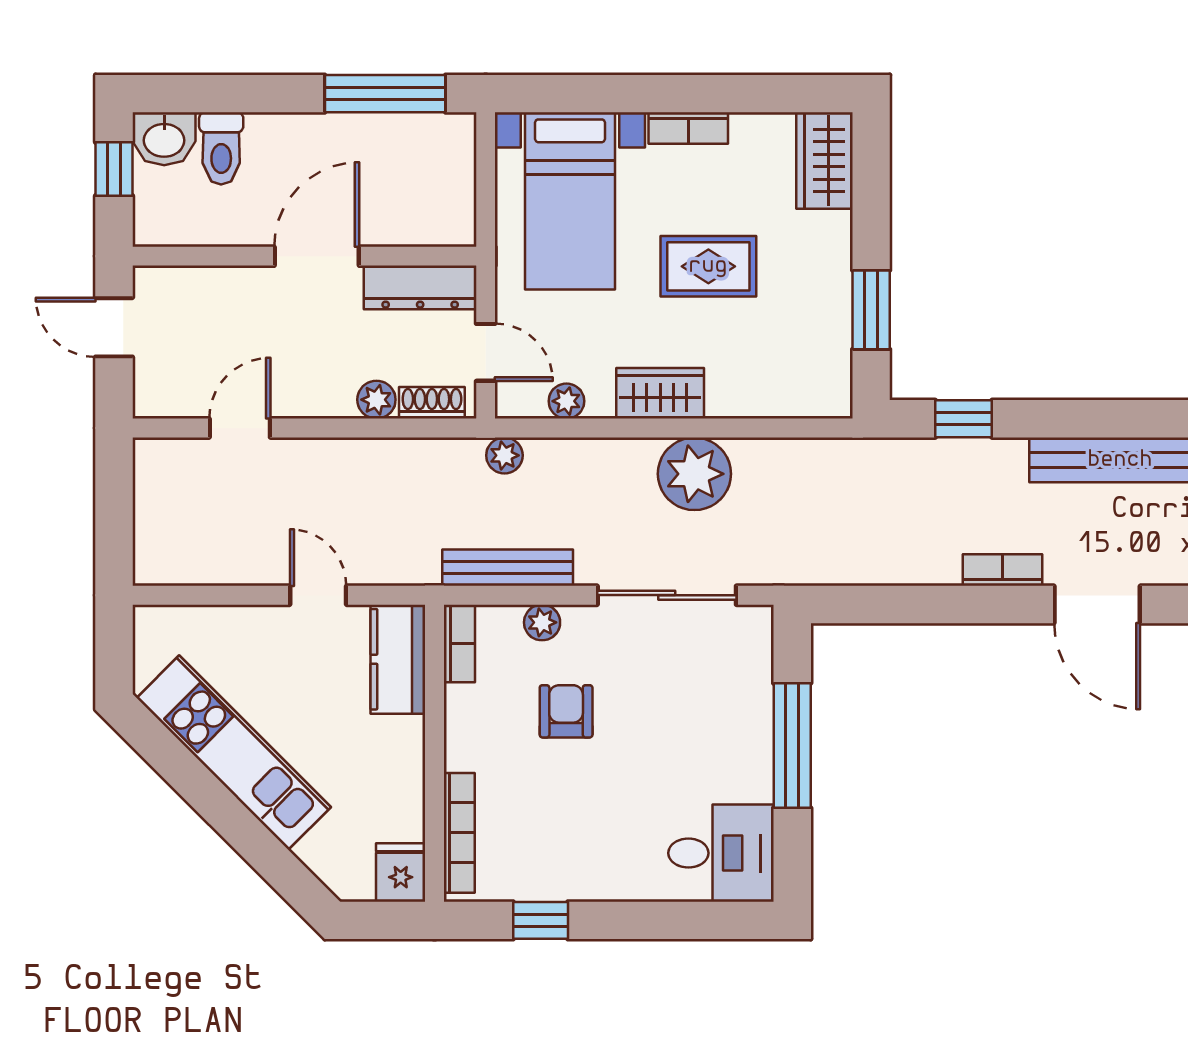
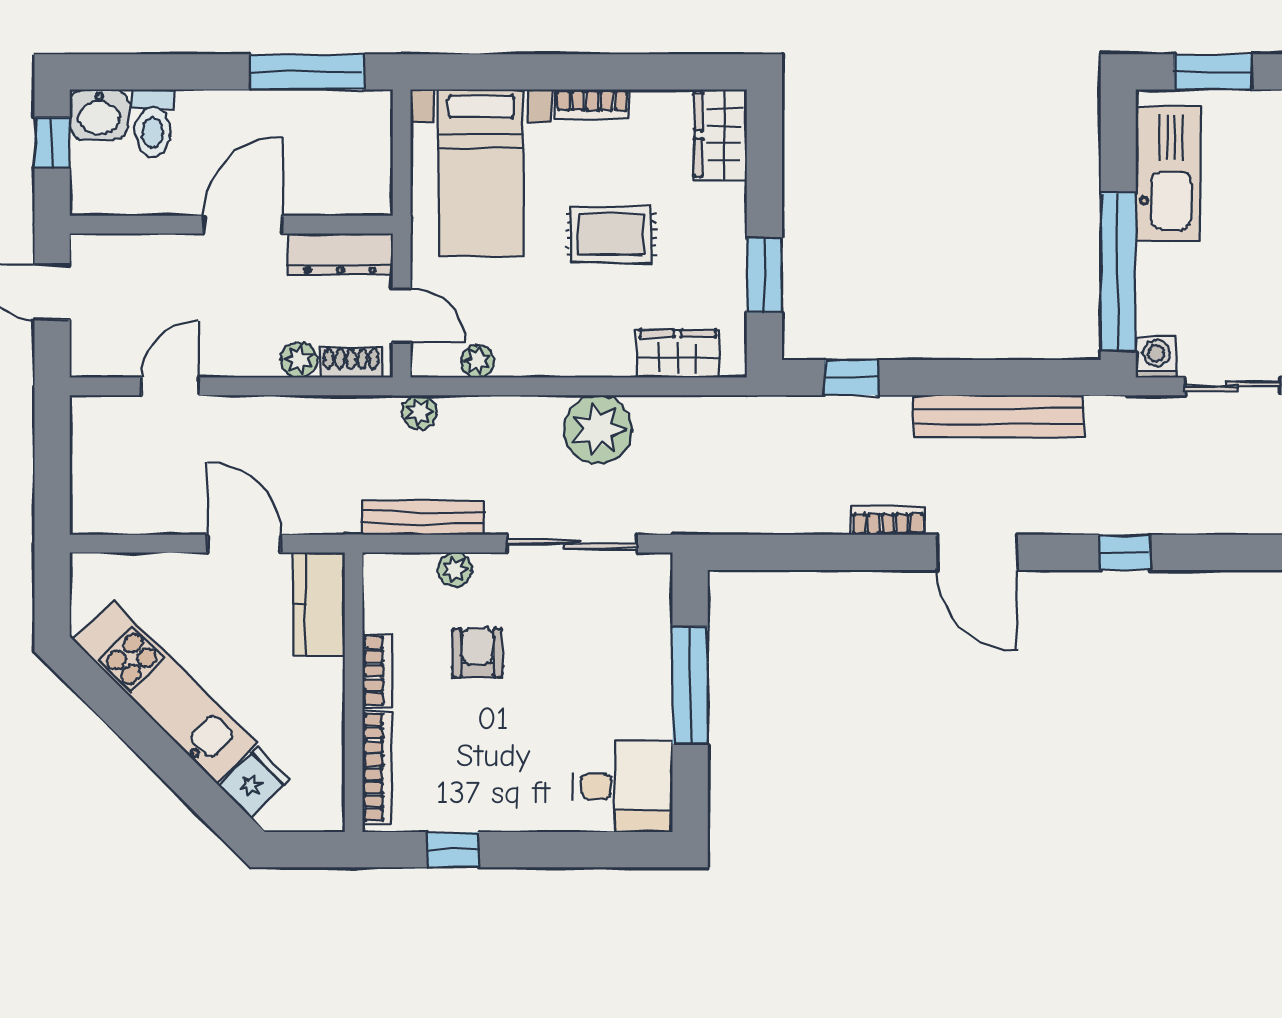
wardrobe: (660, 393) -> (678, 354), moved
door: (318, 595) -> (244, 544), width x1.38
bookcase: (459, 643) -> (377, 671), moved
fridge: (401, 873) -> (254, 783), moved, turned 45

